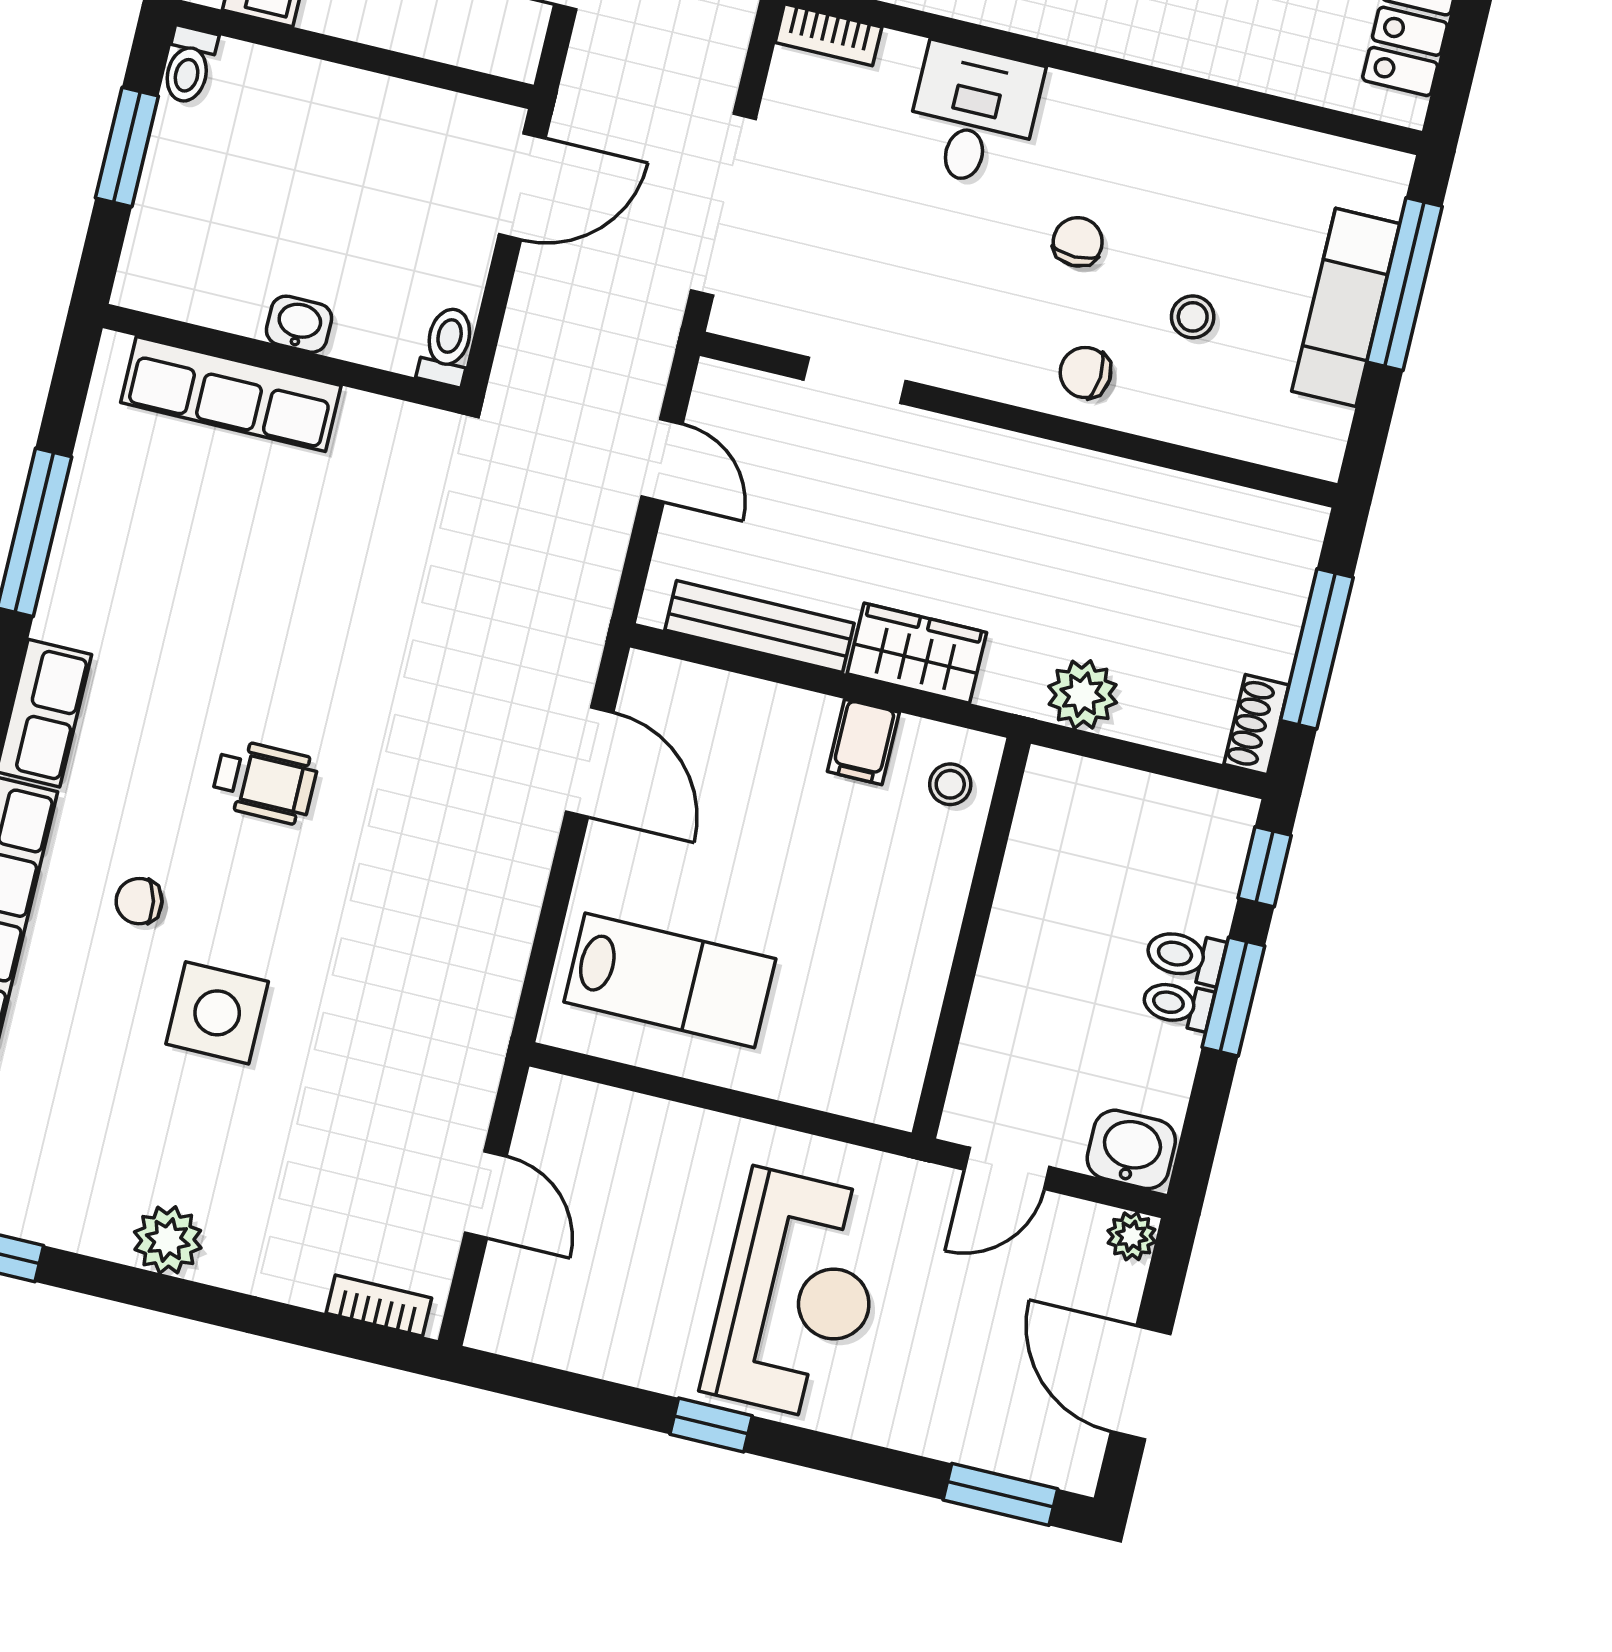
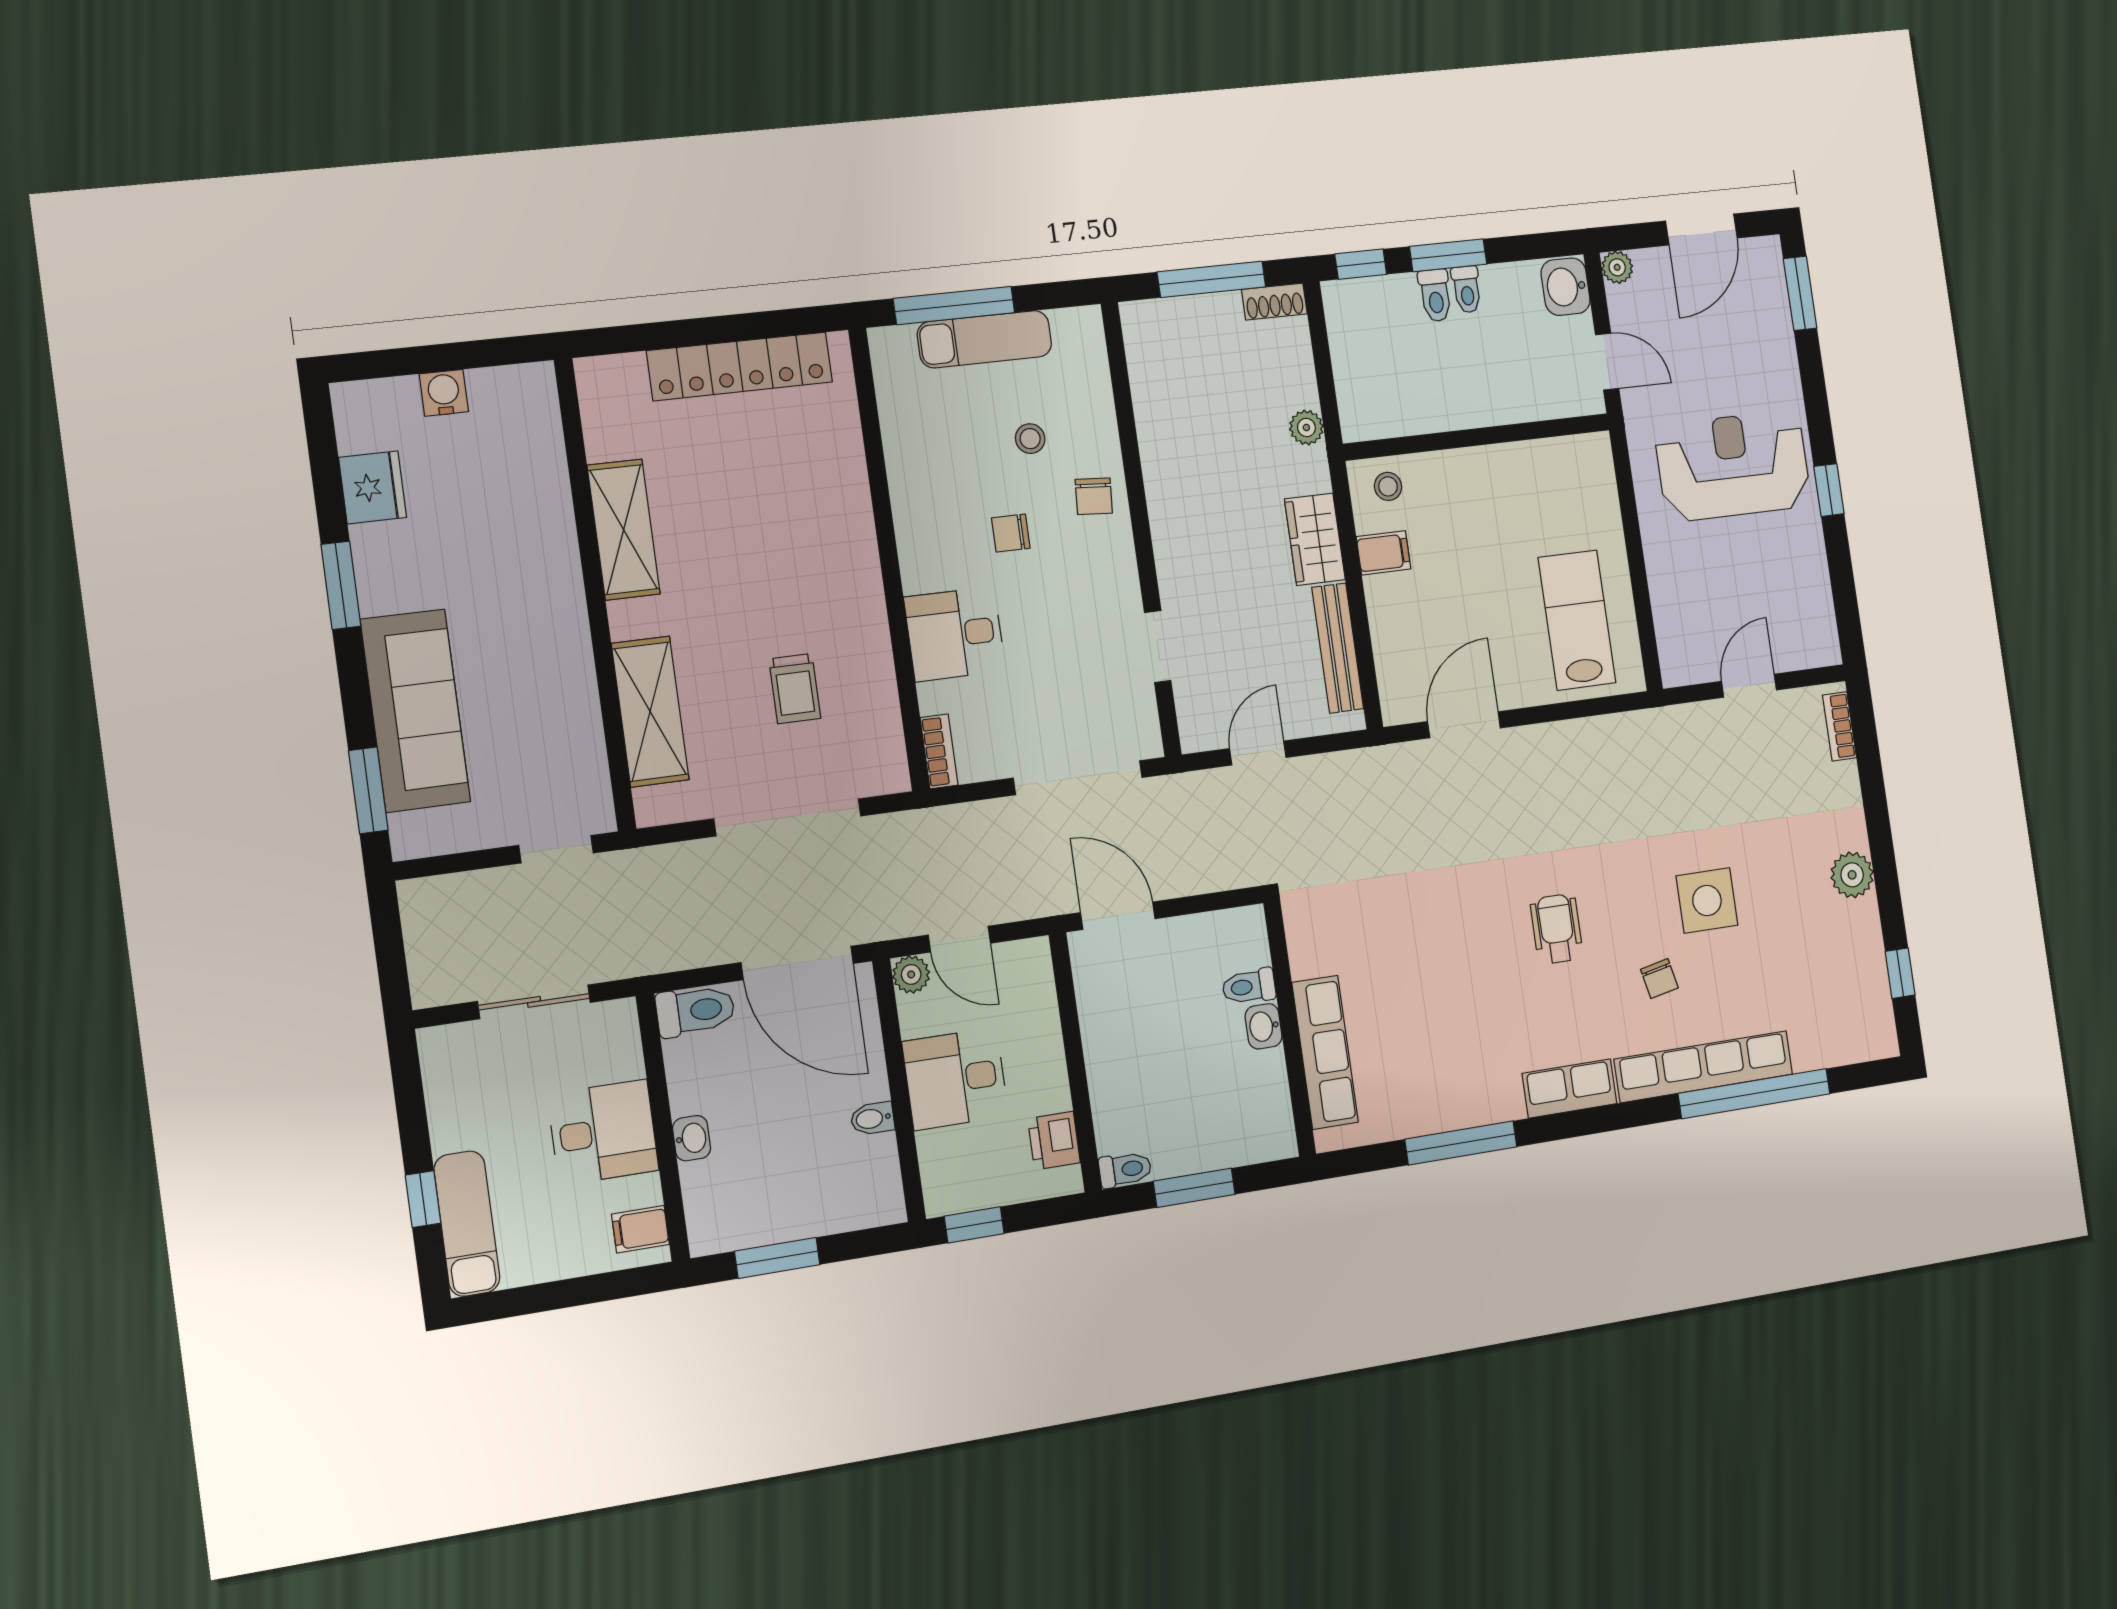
toilet: (447, 346) -> (1249, 986), moved
plant: (1083, 695) -> (1306, 427), width x0.73, depth x0.73

